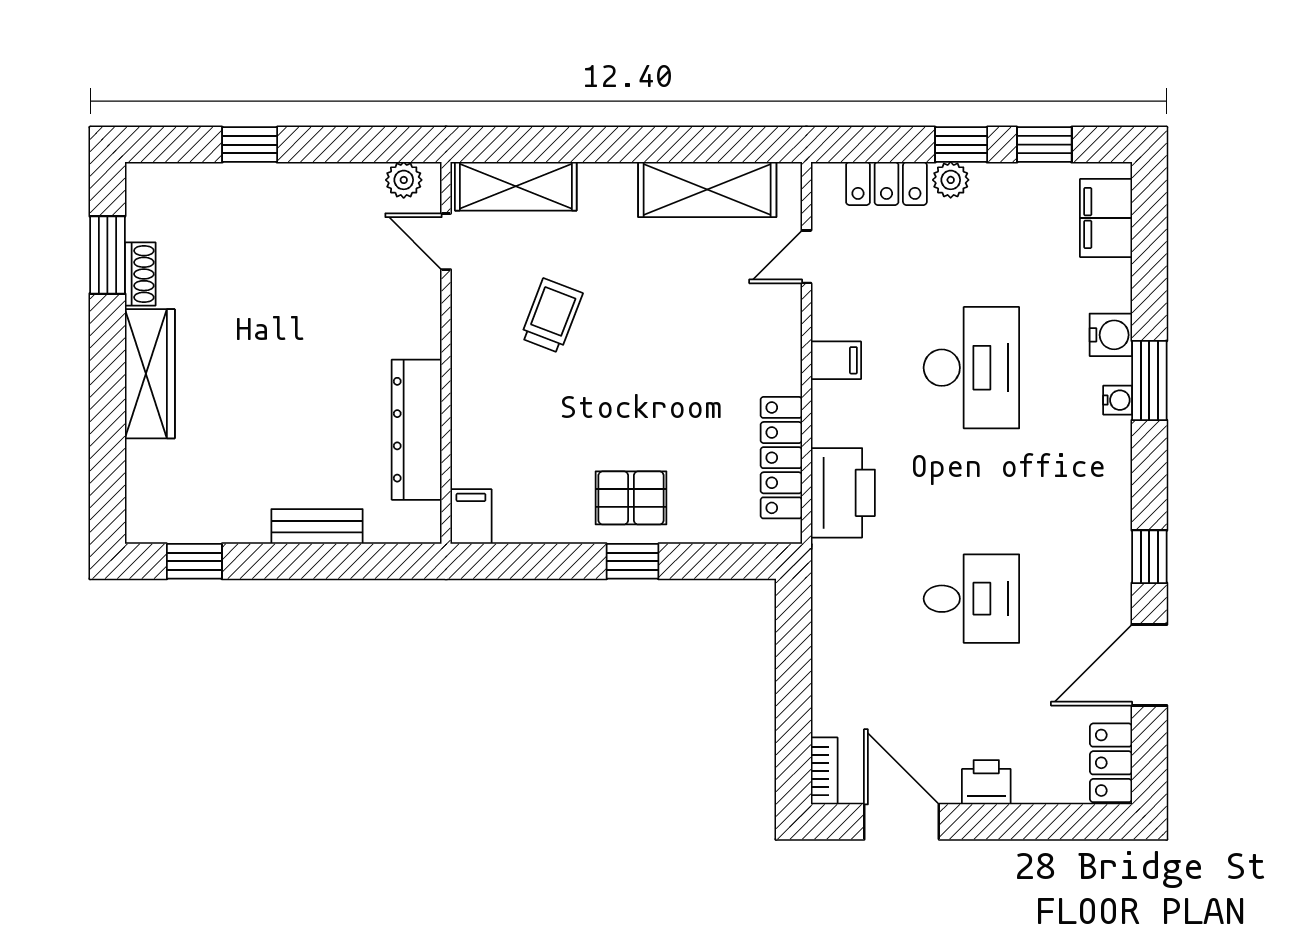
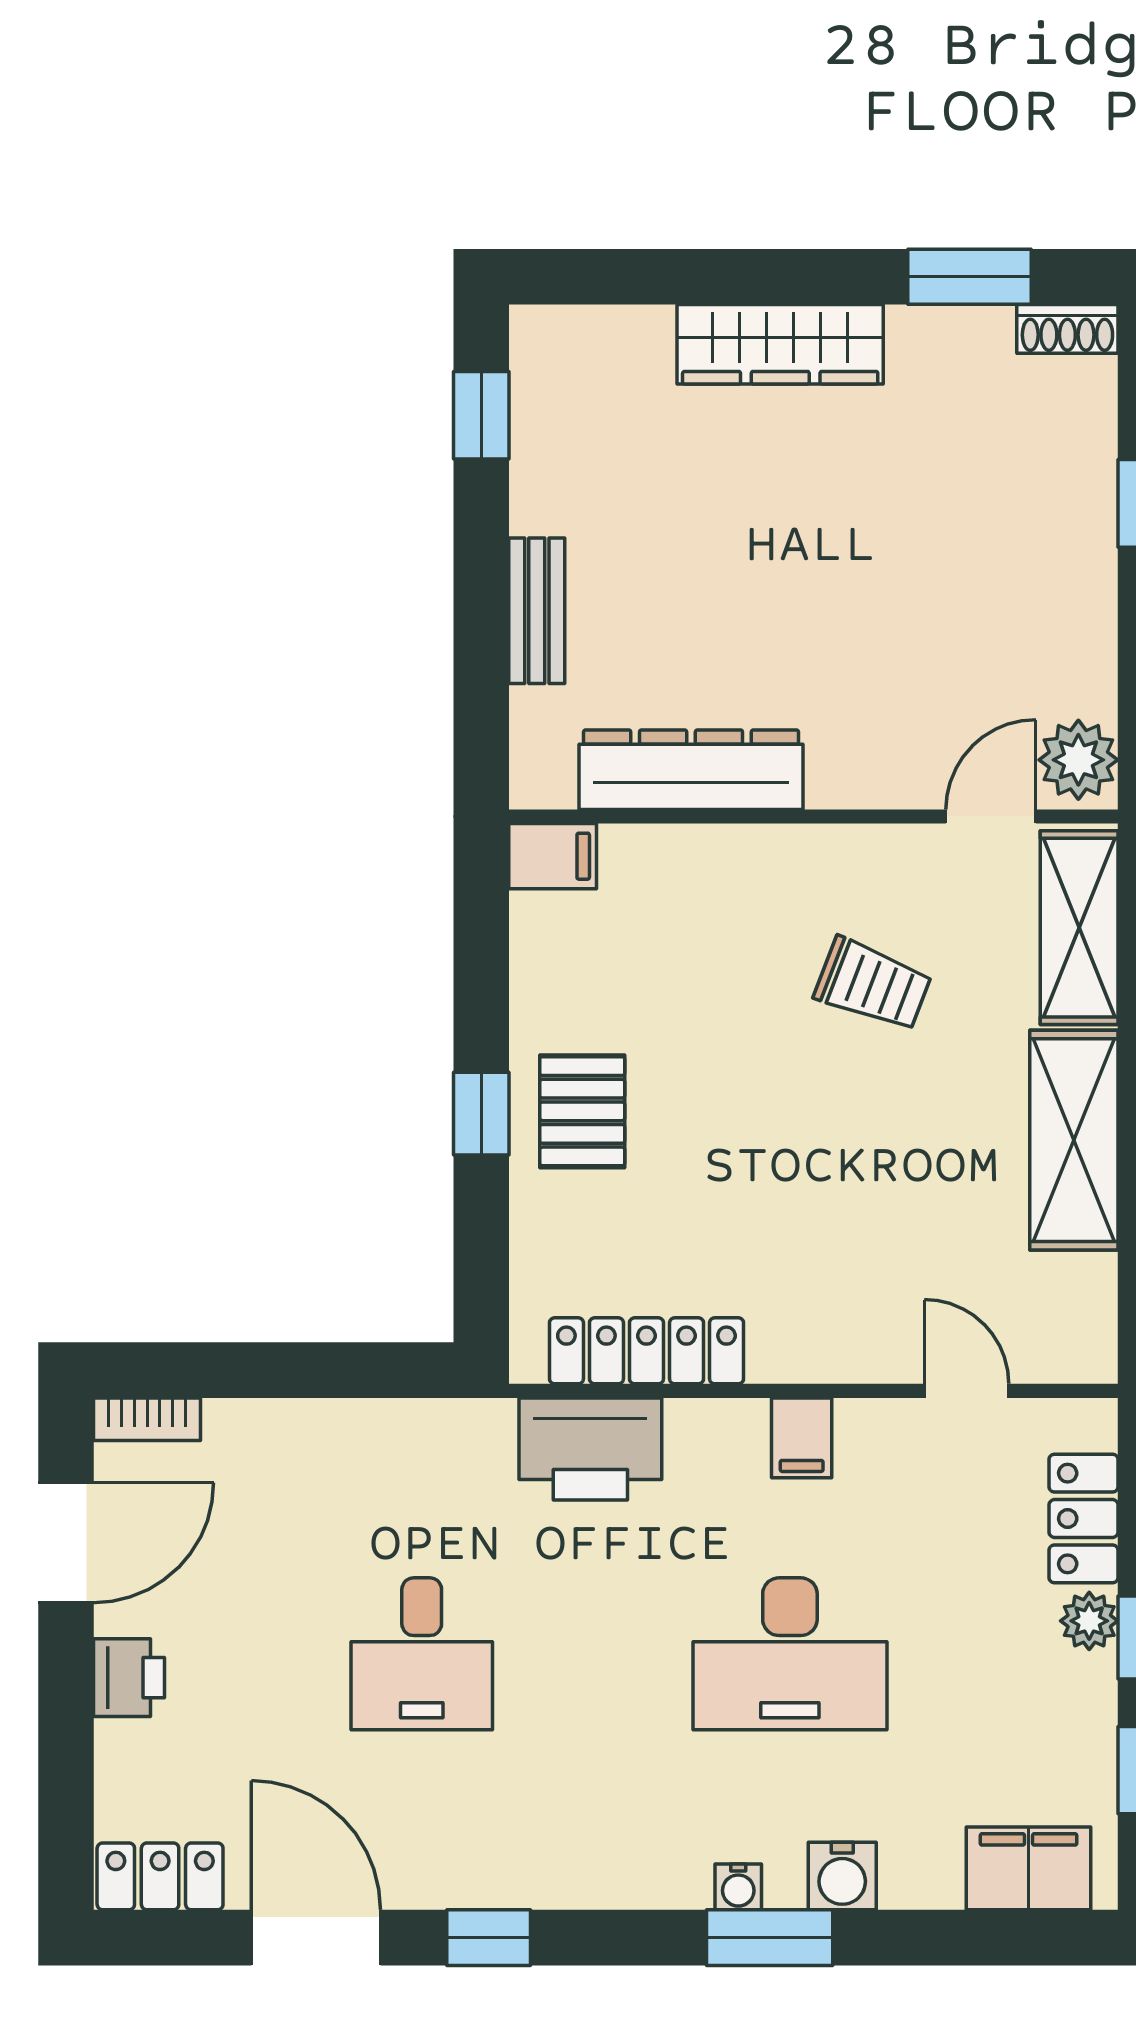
plant: (404, 180) -> (1078, 760), width x1.38, depth x1.38
shelving: (707, 190) -> (1074, 1140), moved
shoe rack: (140, 274) -> (1067, 329), moved

